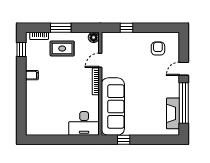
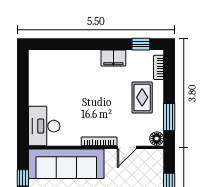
window: (61, 28) -> (169, 117), moved
door: (100, 60) -> (127, 147), swing flipped
filing cabinet: (32, 75) -> (113, 58), width x2.00

